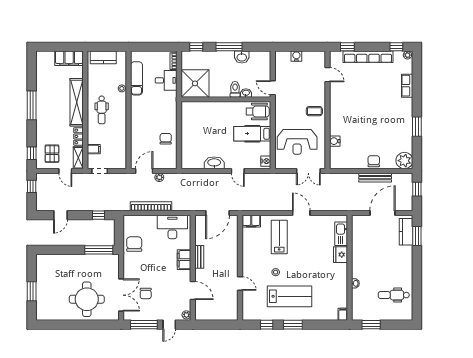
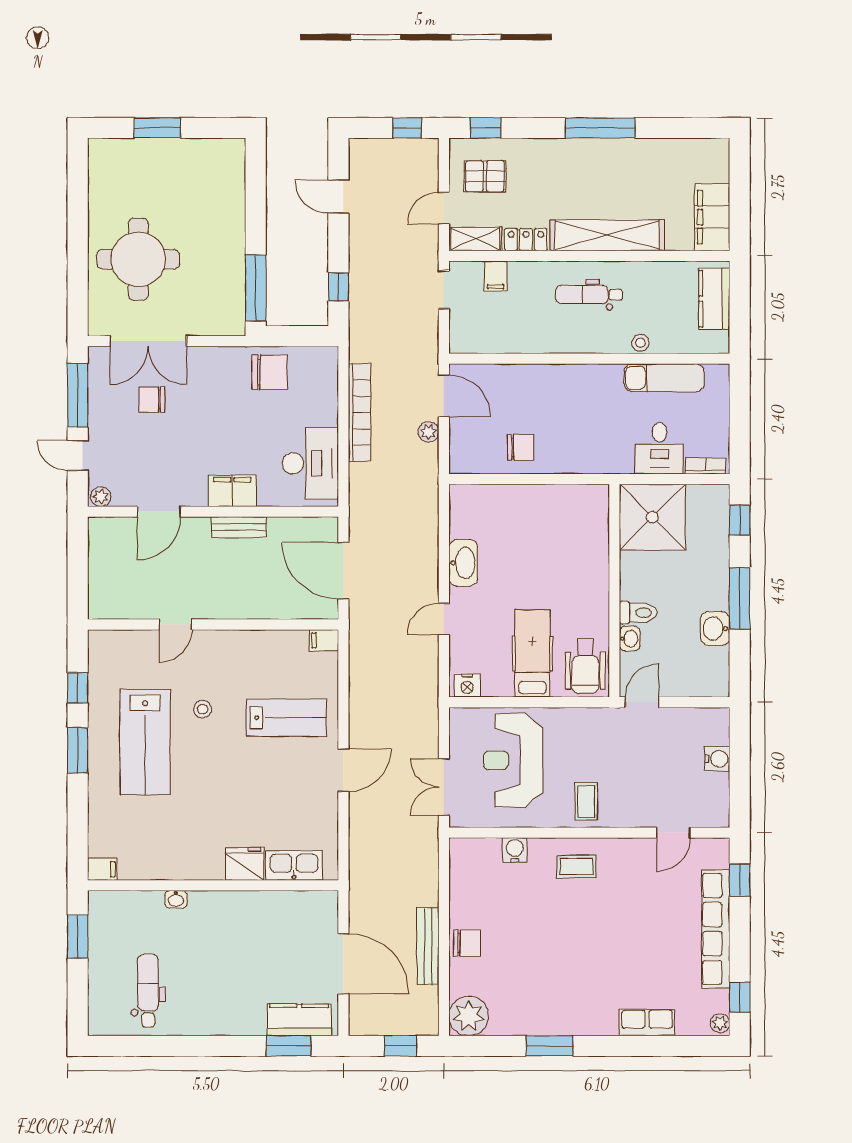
coffee table: (342, 115) -> (576, 867), added
filing cabinet: (251, 221) -> (324, 640), width x0.50

